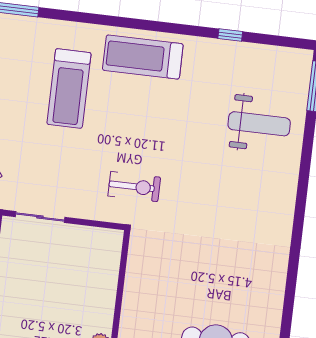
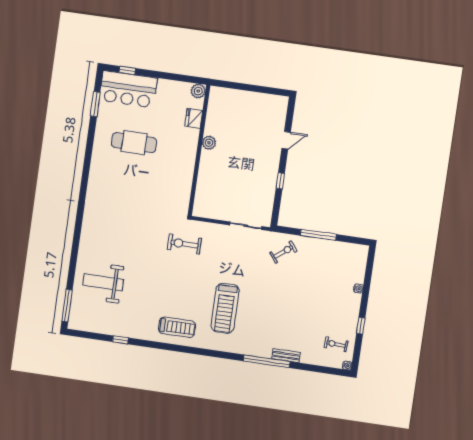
treadmill: (143, 57) -> (177, 327), width x0.73, depth x0.73
treadmill: (69, 89) -> (225, 308), turned 180

